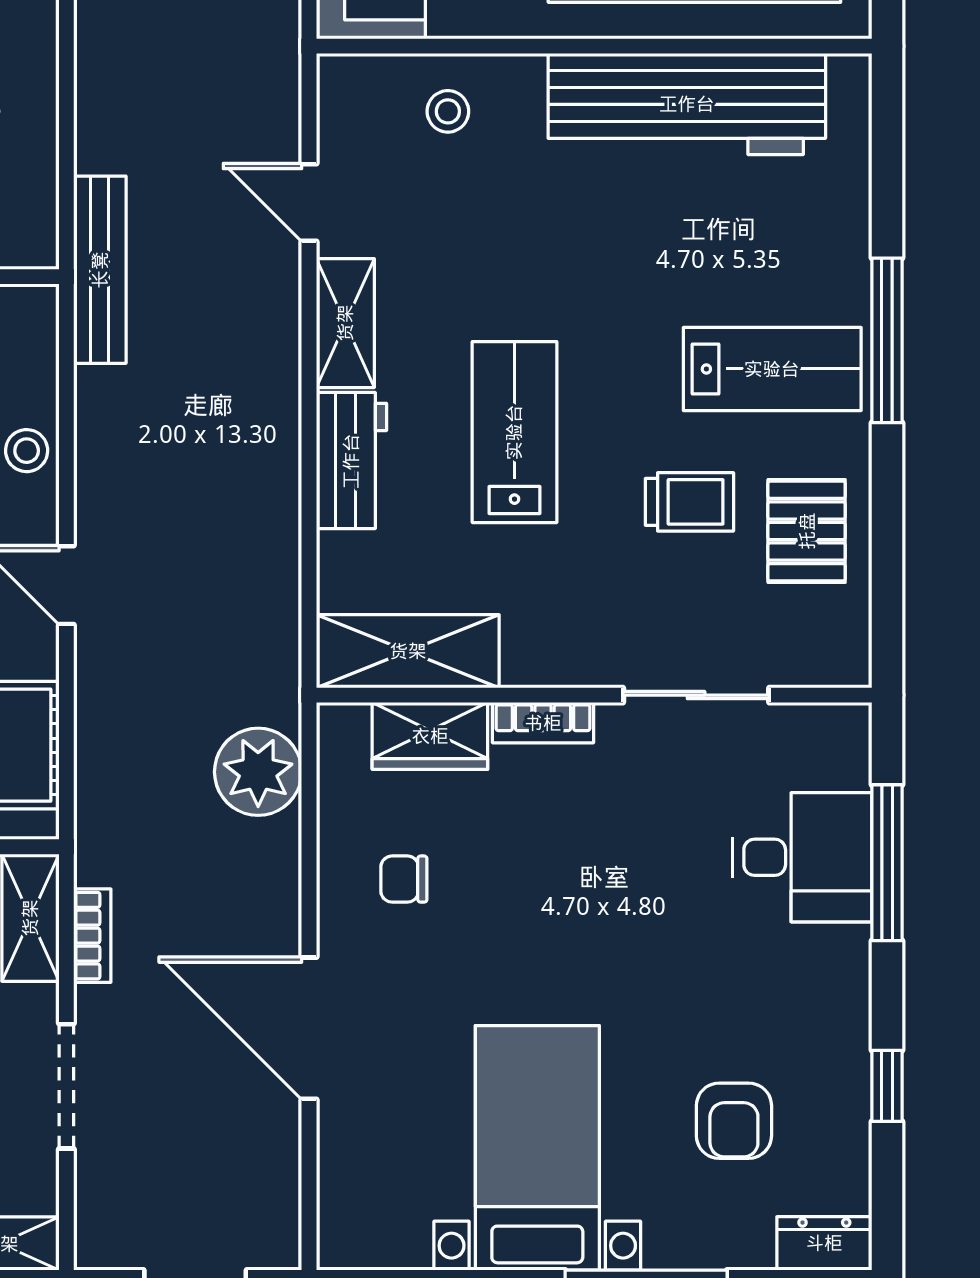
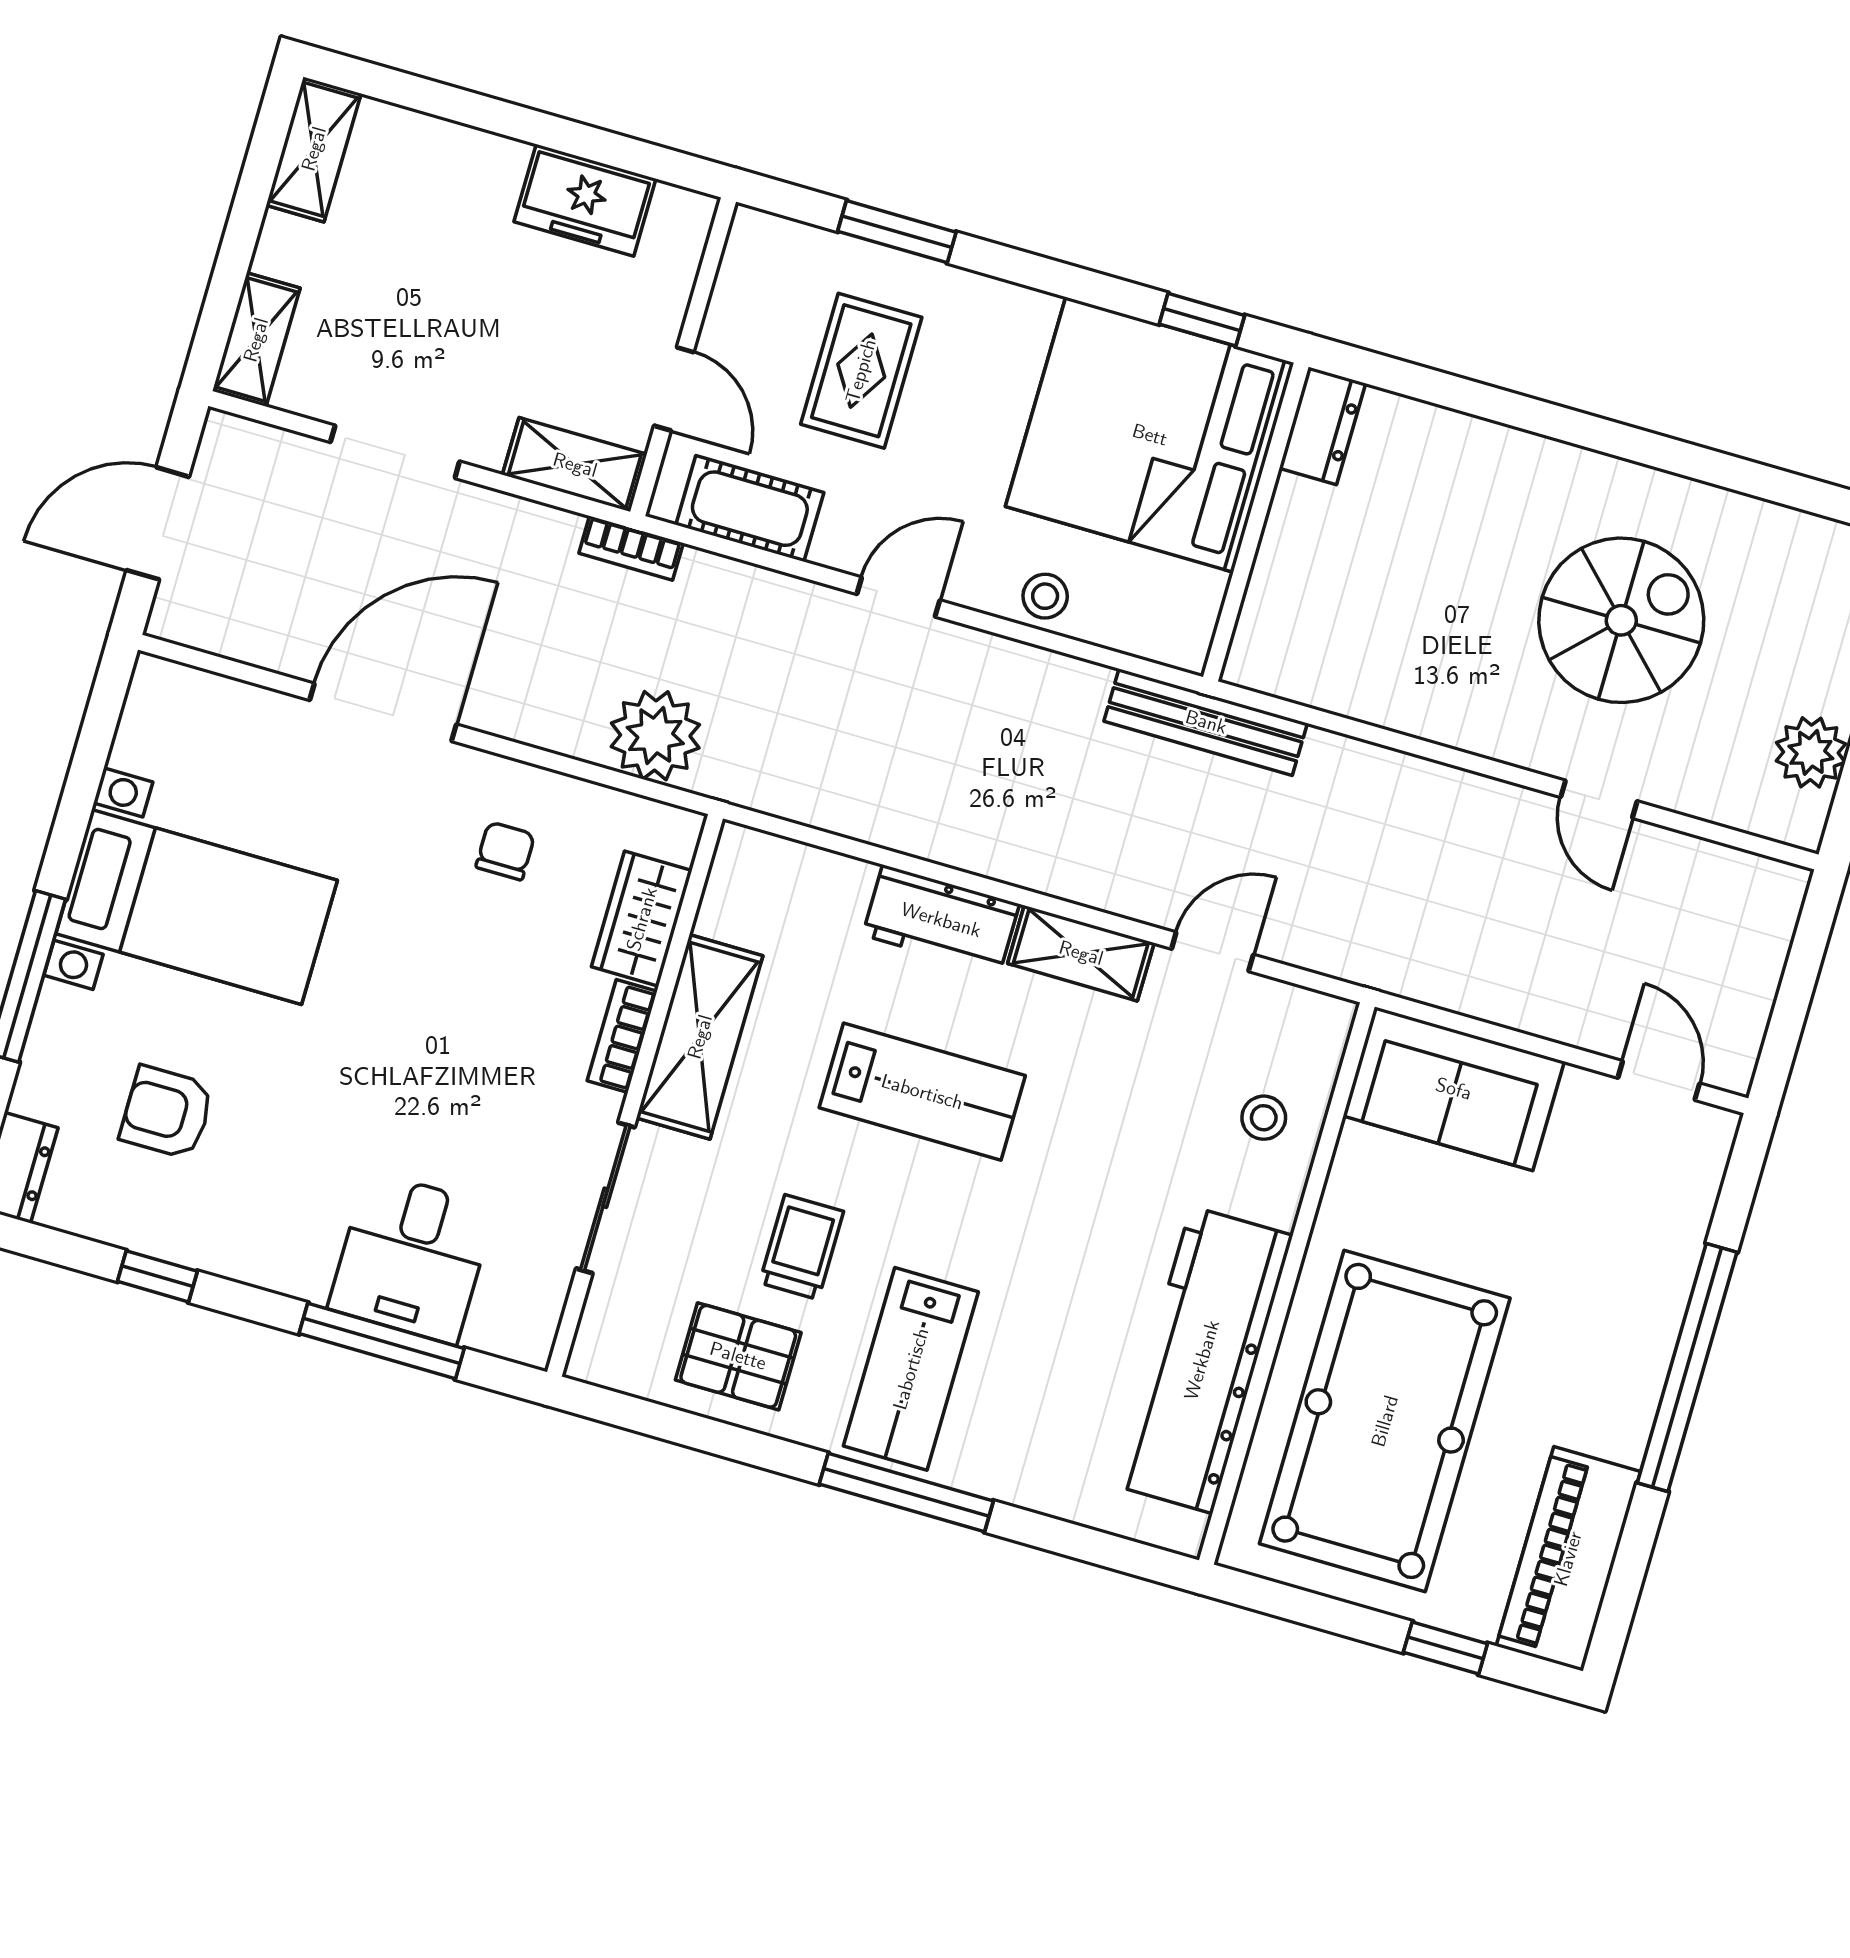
trolley: (689, 502) -> (801, 1247), turned 180
shelving: (408, 651) -> (700, 1037), moved
bookcase: (92, 936) -> (631, 548), moved

